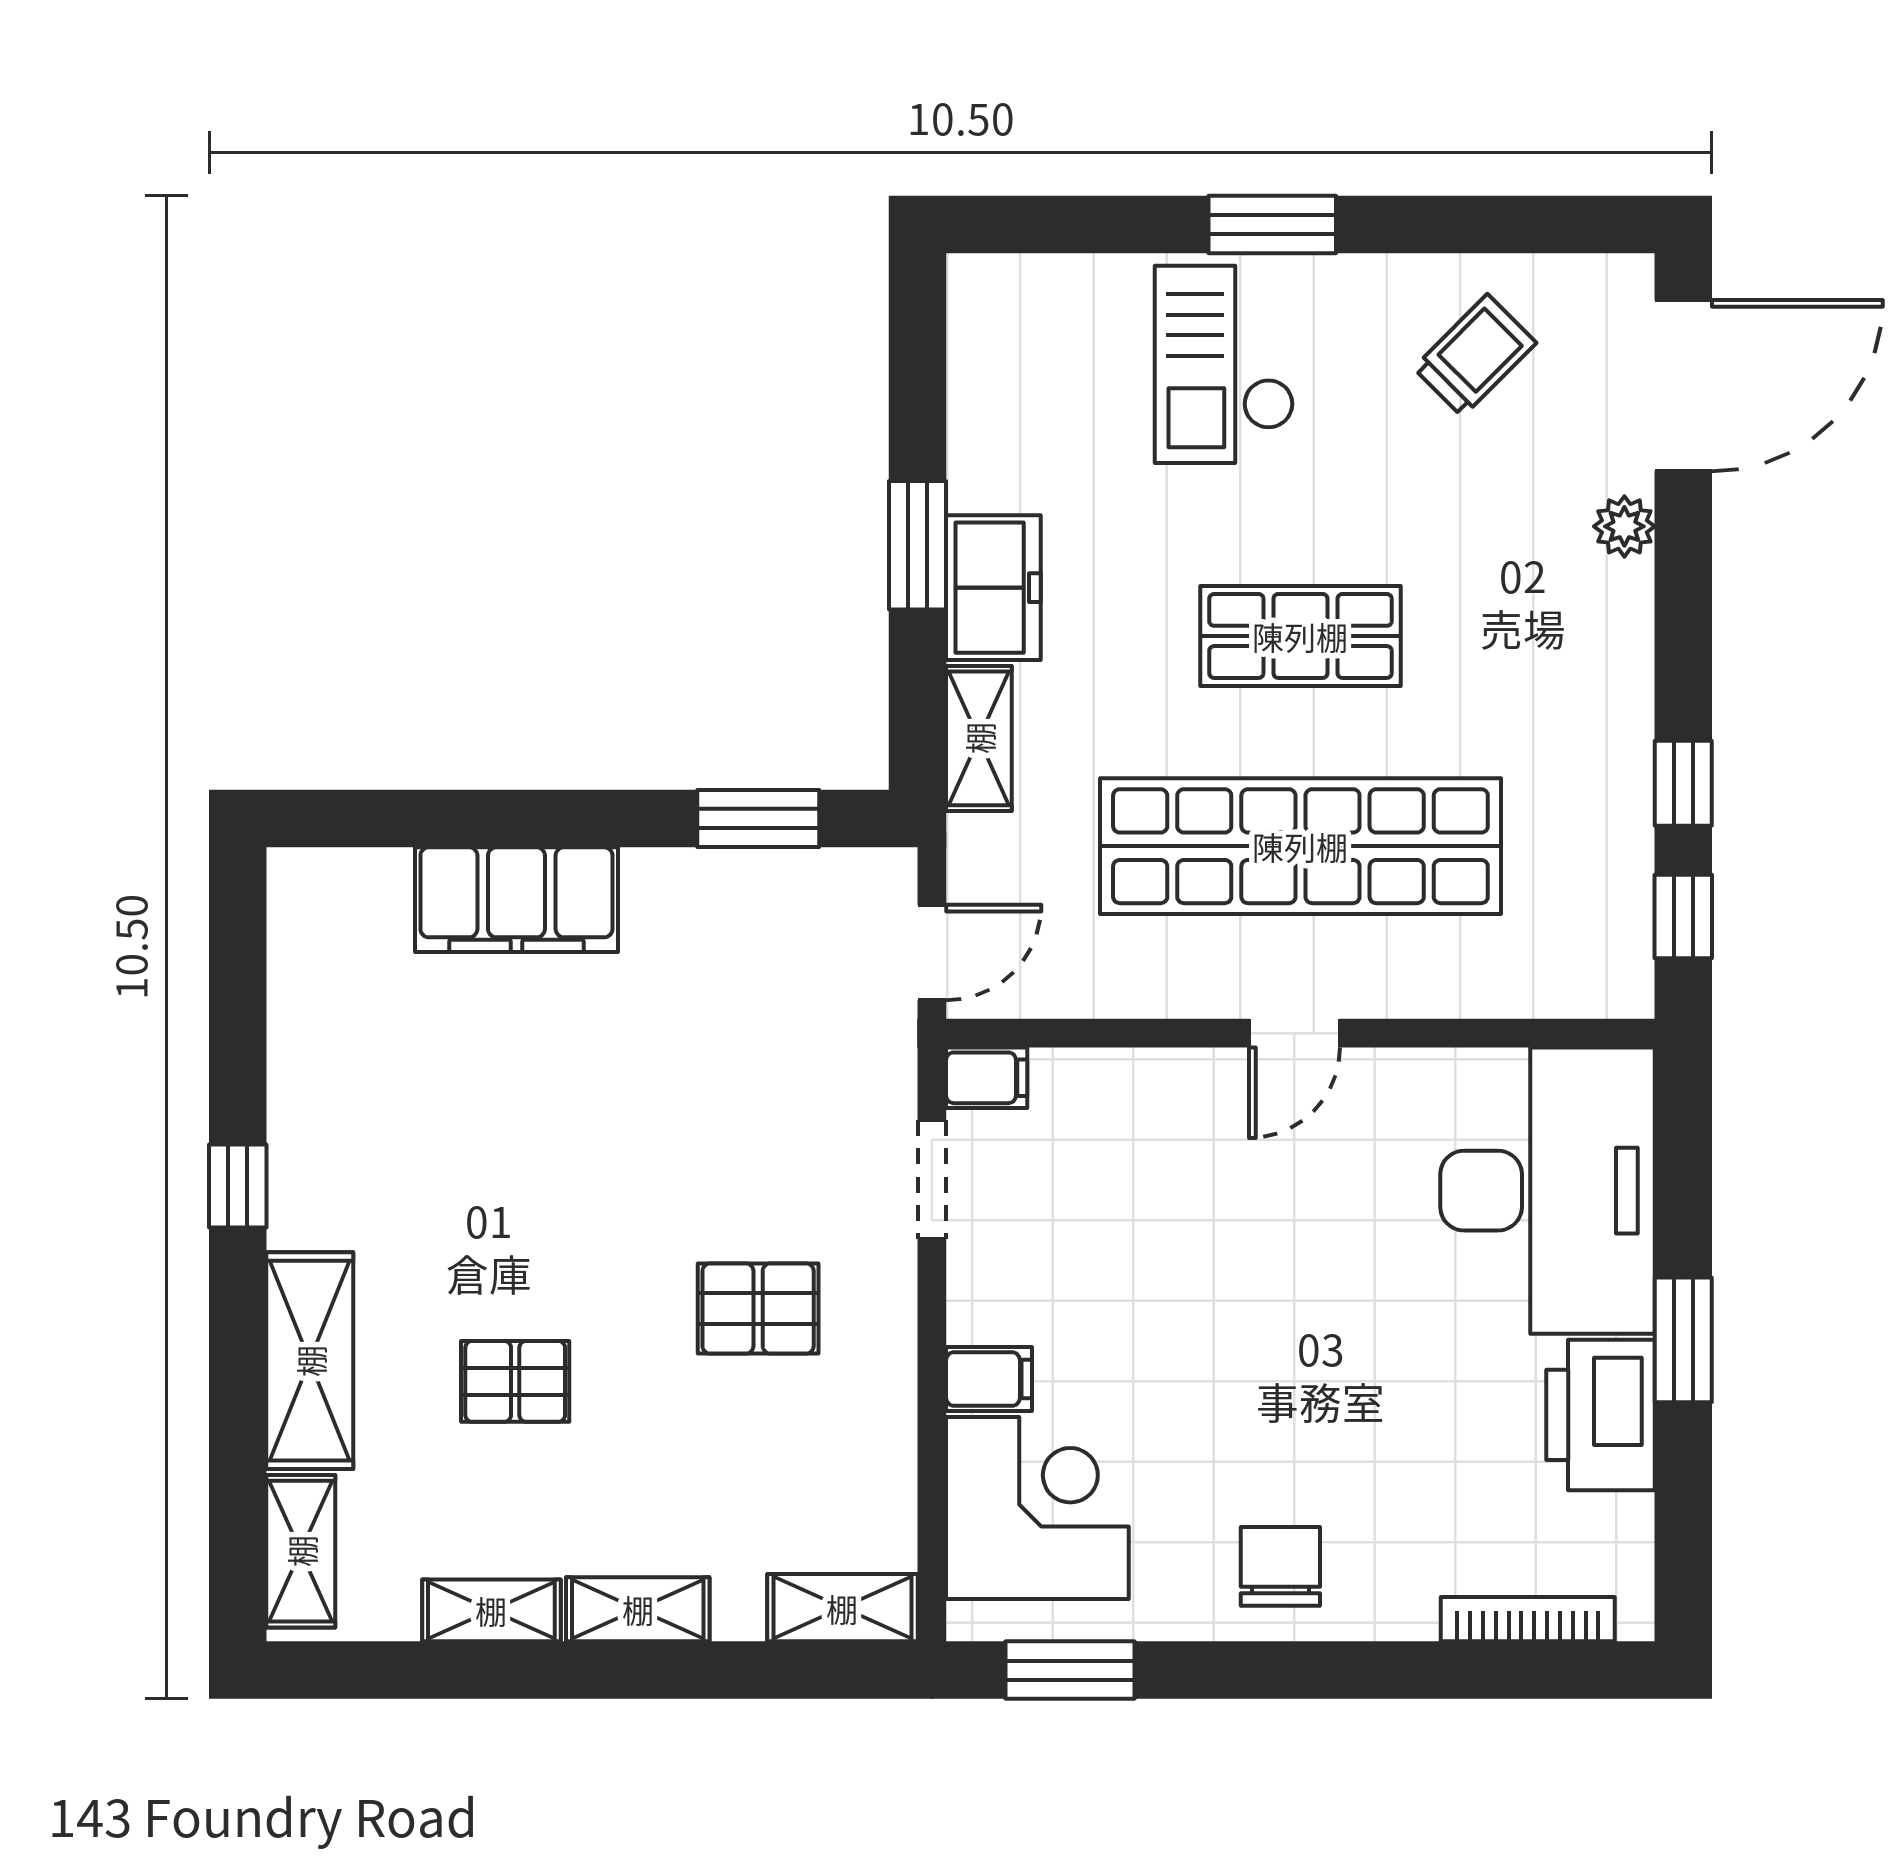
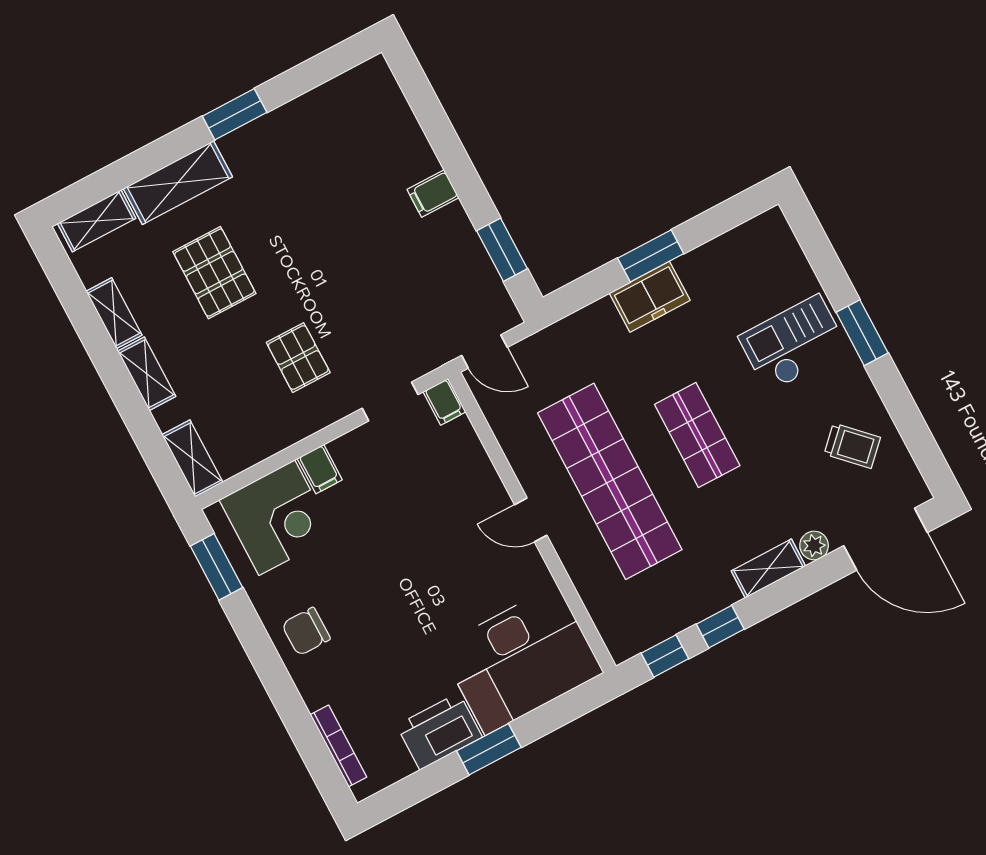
shelving: (979, 738) -> (768, 569), moved
filing cabinet: (516, 900) -> (433, 194), width x0.33, depth x0.86
window: (238, 1186) -> (235, 114), width x1.50
pallet: (515, 1381) -> (214, 273), width x1.50, depth x1.42
chair: (1280, 1566) -> (306, 631), turned 180

